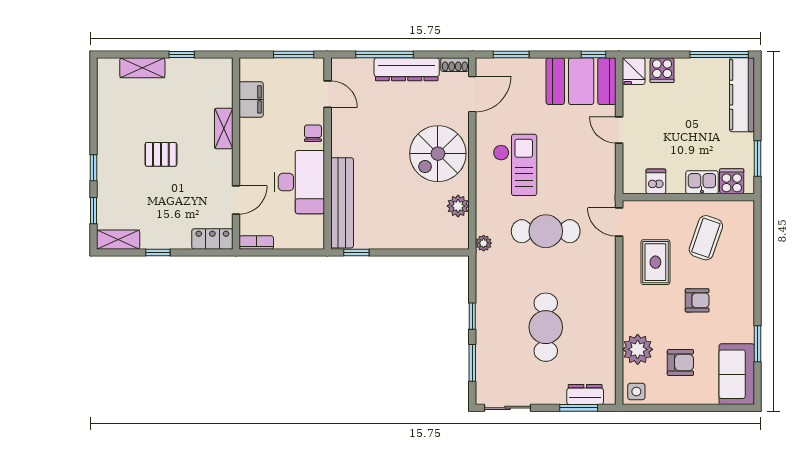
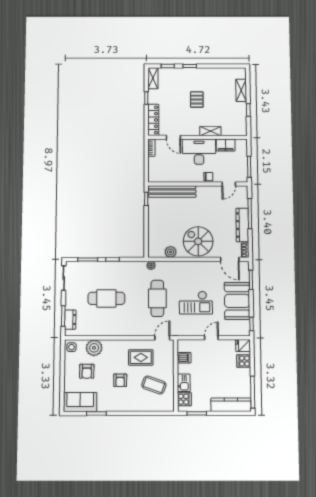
booth: (581, 81) -> (237, 301), moved
checkout: (515, 165) -> (196, 303), moved
desk: (299, 182) -> (199, 152), moved, turned 180
locker: (212, 239) -> (153, 120), width x1.53

